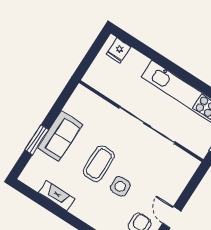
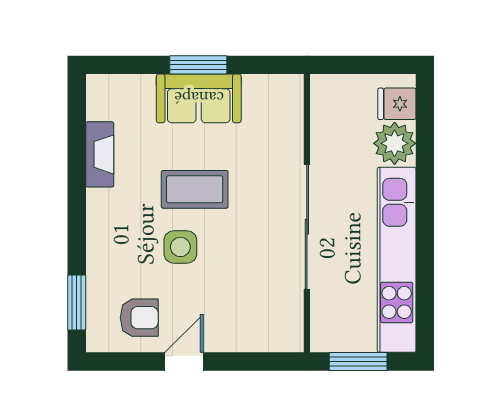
plant: (135, 63) -> (395, 143), added
window: (37, 140) -> (198, 65), moved

